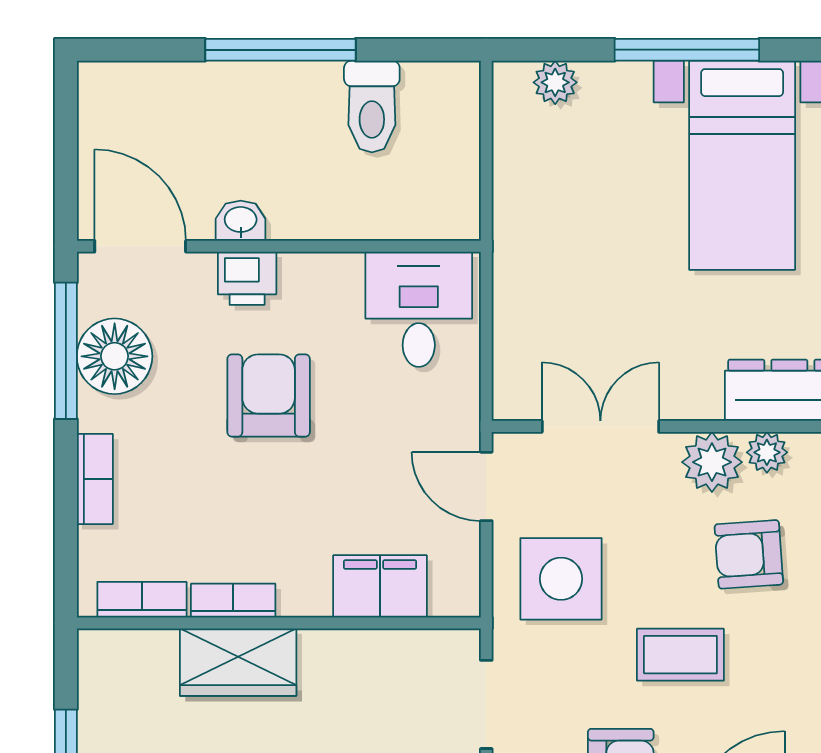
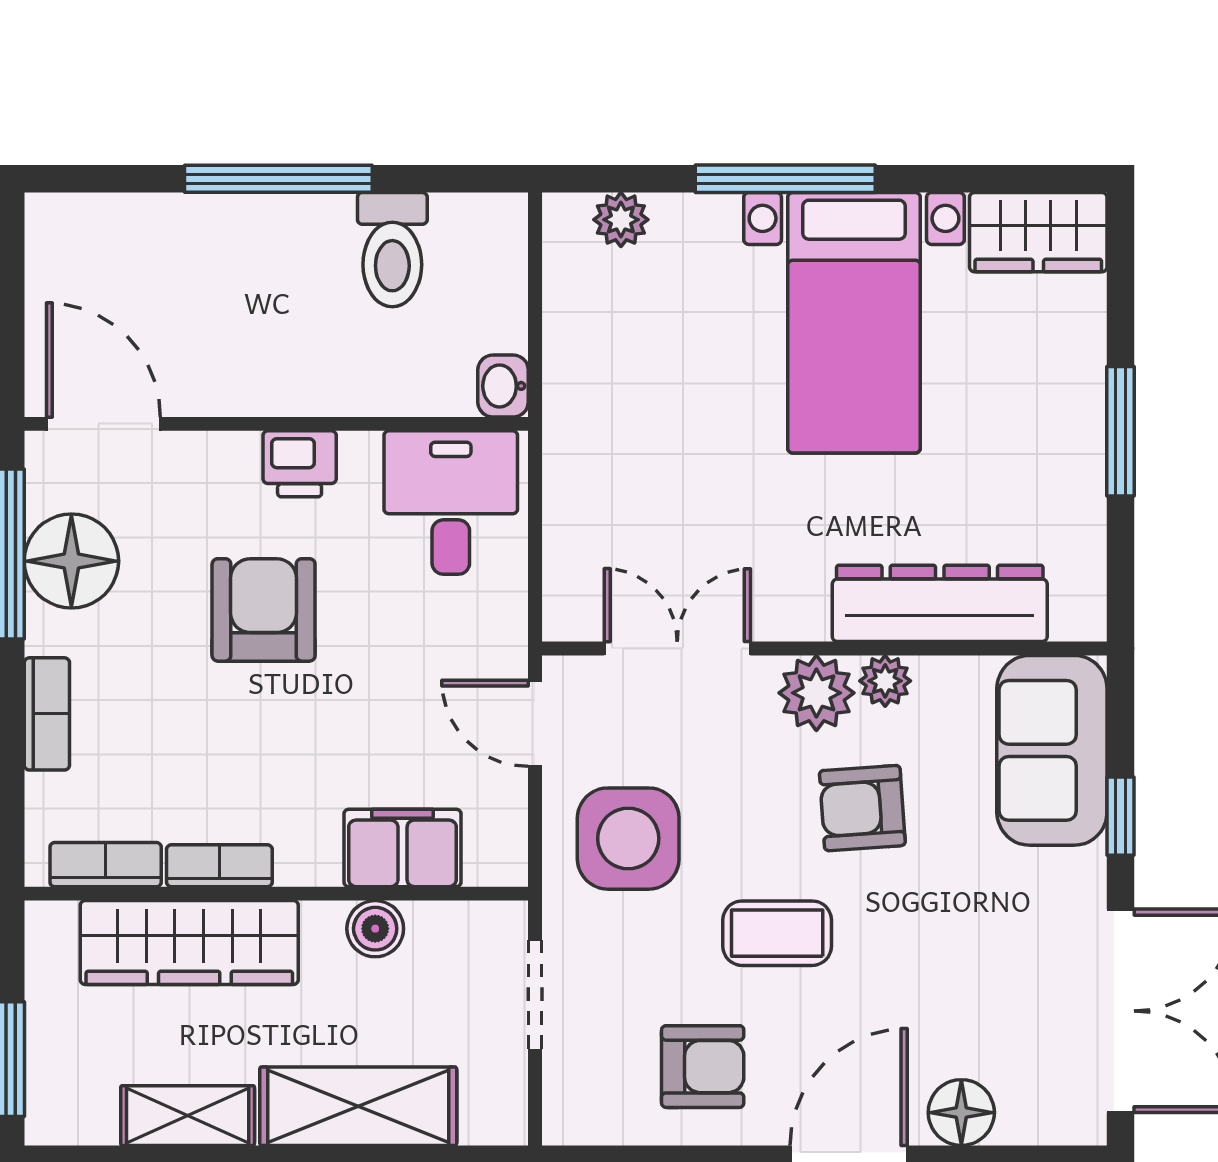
washbasin: (241, 221) -> (503, 386), moved, turned -90
printer: (247, 278) -> (300, 464), moved
boiler: (358, 651) -> (375, 929), added
wardrobe: (238, 662) -> (189, 943), width x1.50

